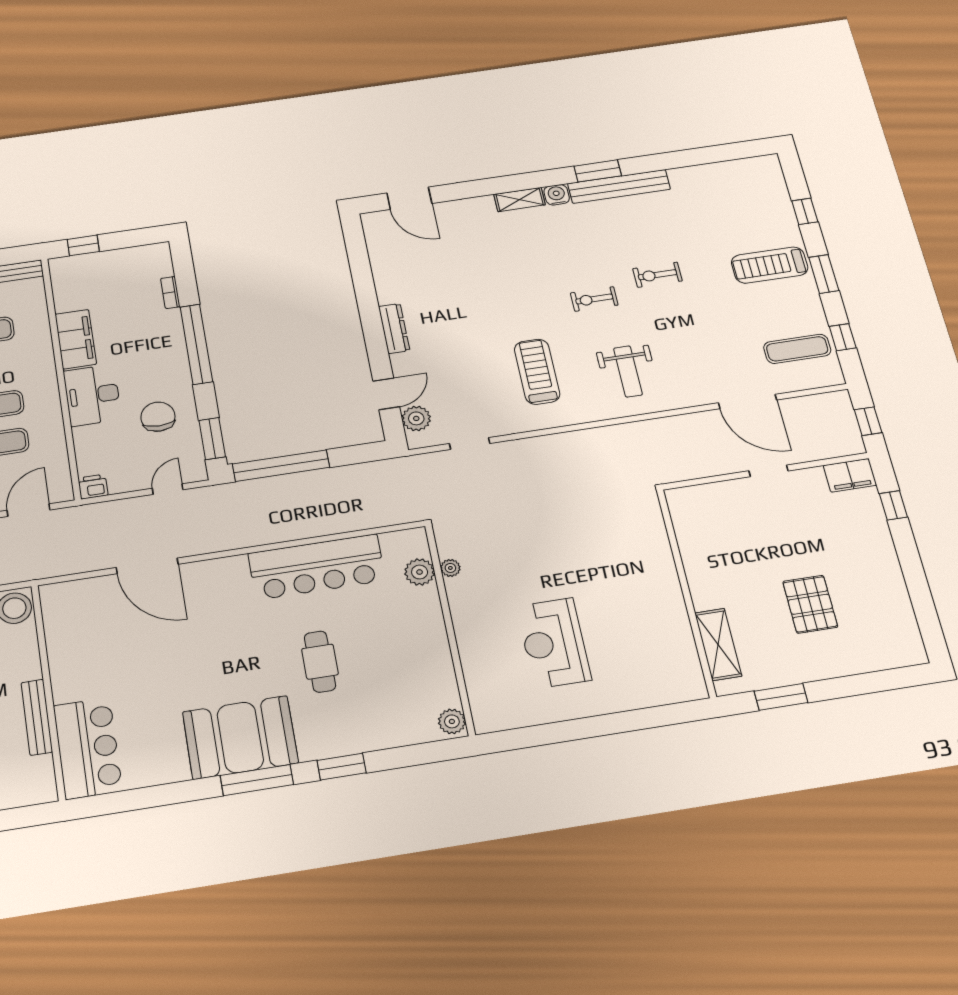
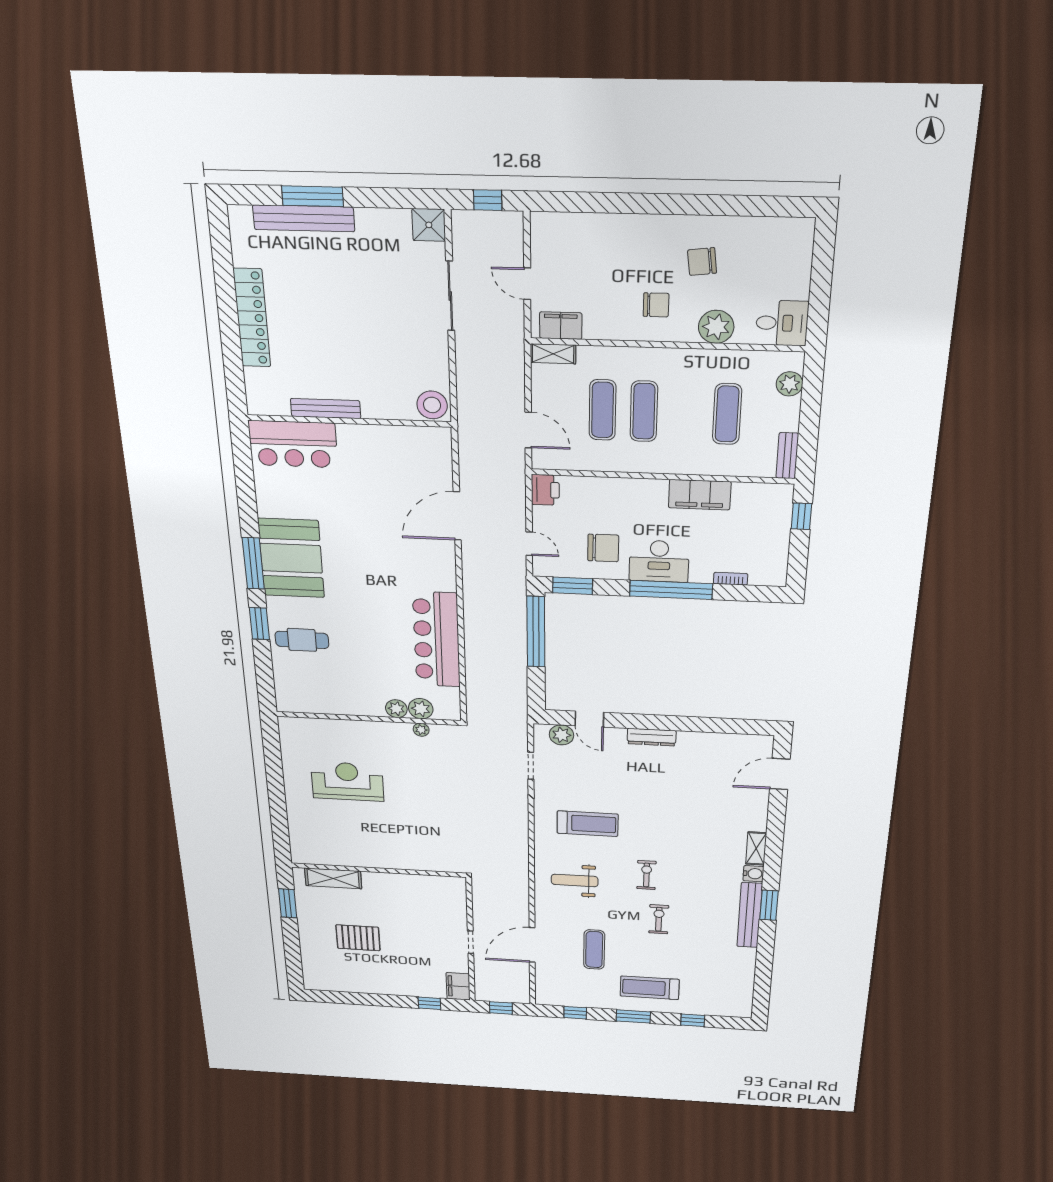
treadmill: (770, 265) -> (650, 988), turned -90
exercise mat: (797, 349) -> (594, 950), moved
desk: (92, 395) -> (659, 561), moved, turned 180
printer: (93, 487) -> (545, 490), width x1.36, depth x1.24
cafe table: (320, 662) -> (302, 640), moved
plant: (452, 721) -> (396, 709), moved

